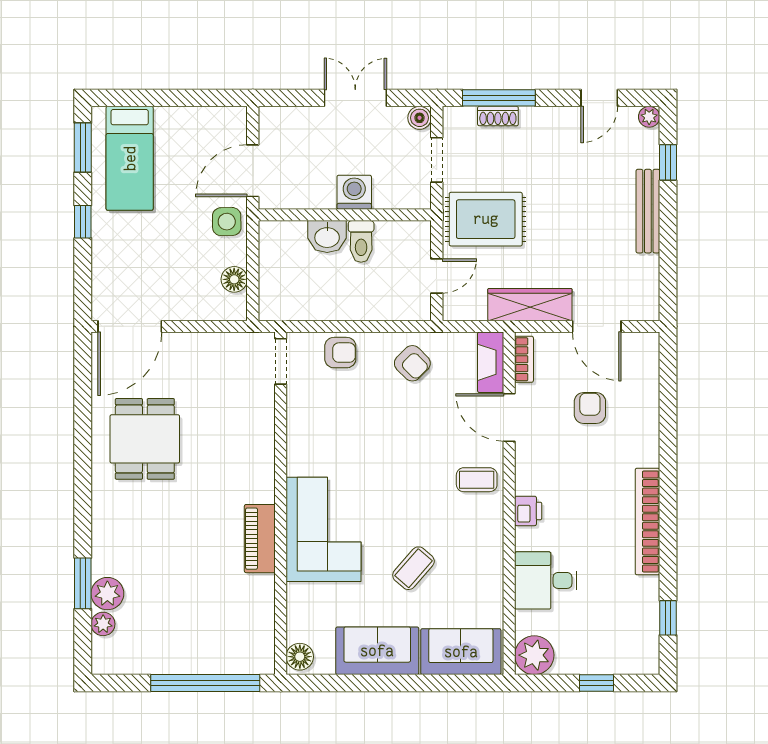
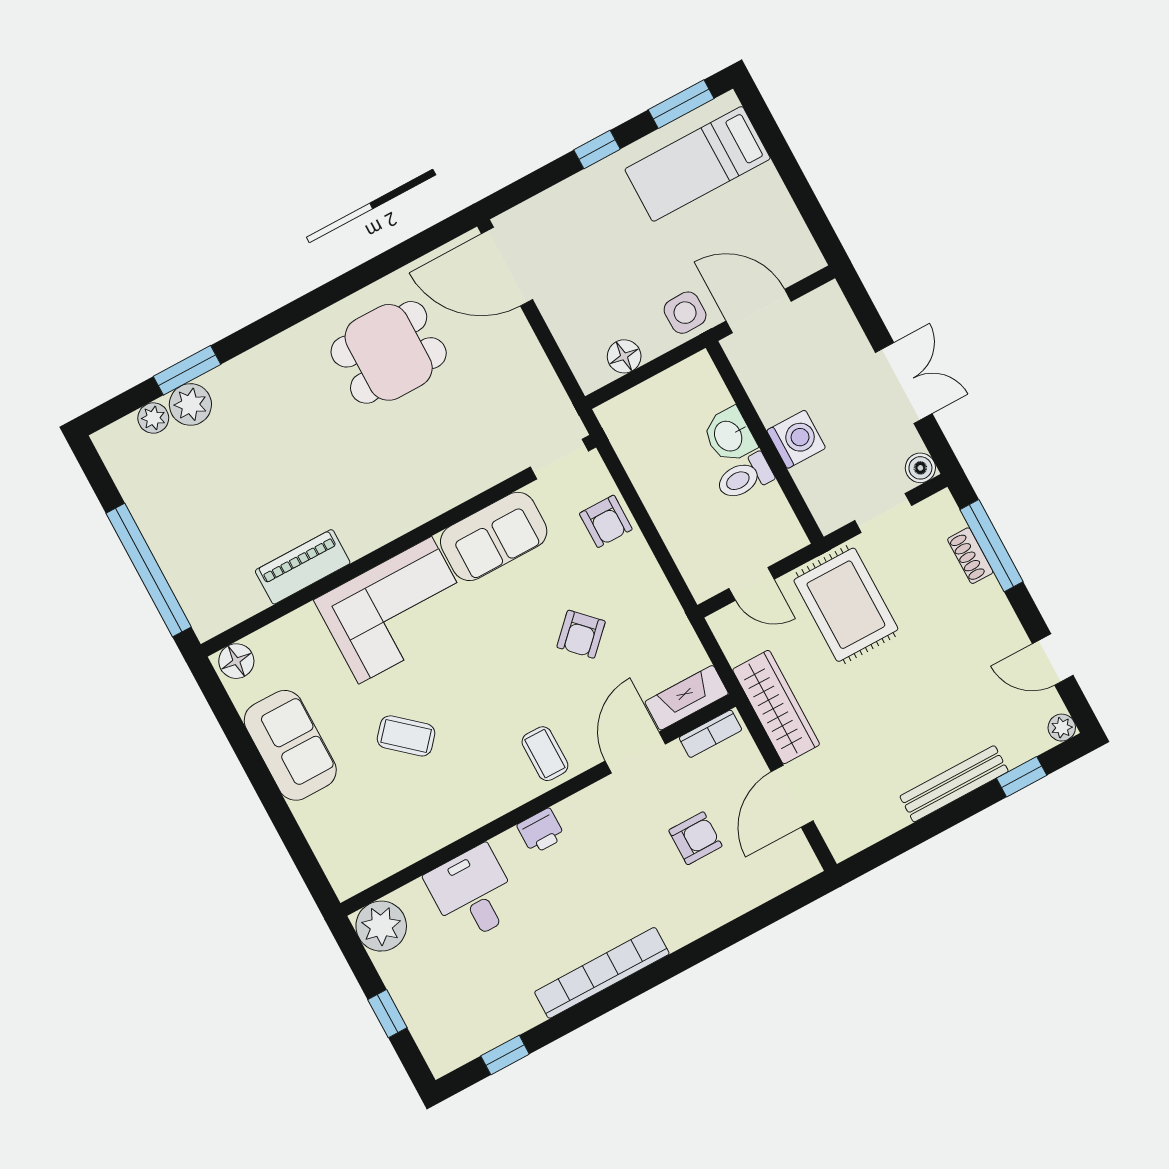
armchair: (412, 363) -> (581, 634), moved
piano: (260, 539) -> (303, 567), moved
sofa: (461, 652) -> (494, 536), moved, turned 90

